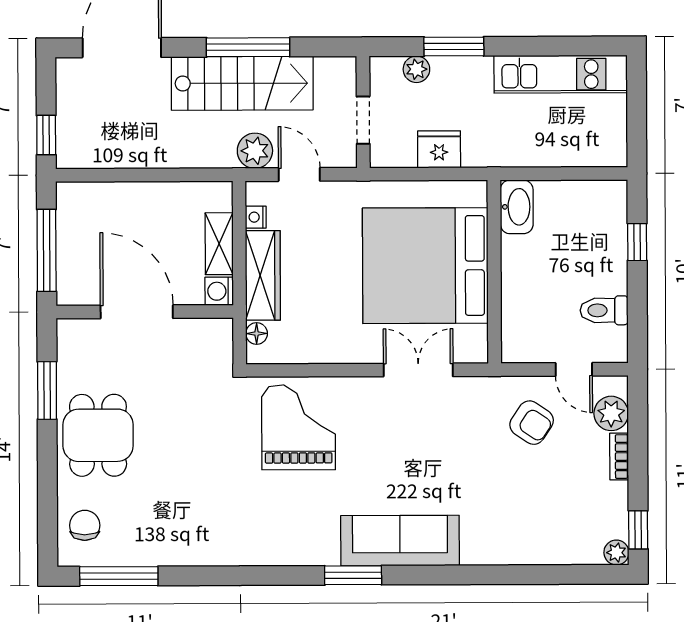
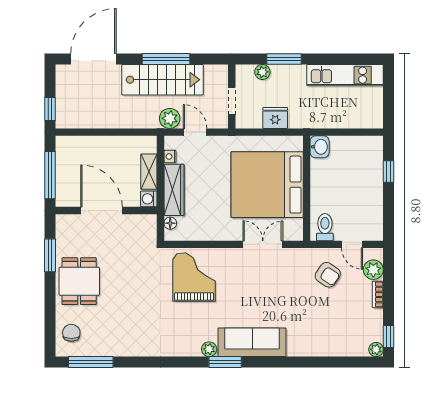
washbasin: (517, 207) -> (320, 147), width x0.72
toilet: (604, 310) -> (325, 227), moved, turned 90
plant: (325, 553) -> (209, 349), added

